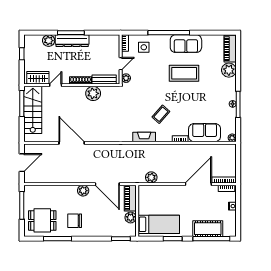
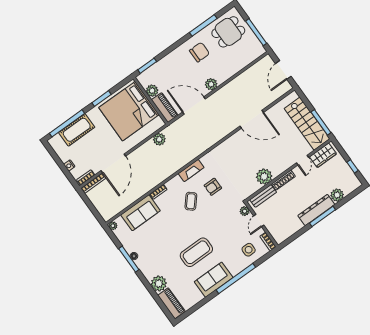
armchair: (137, 113) -> (213, 187), added
bed: (159, 224) -> (129, 111), width x2.04

